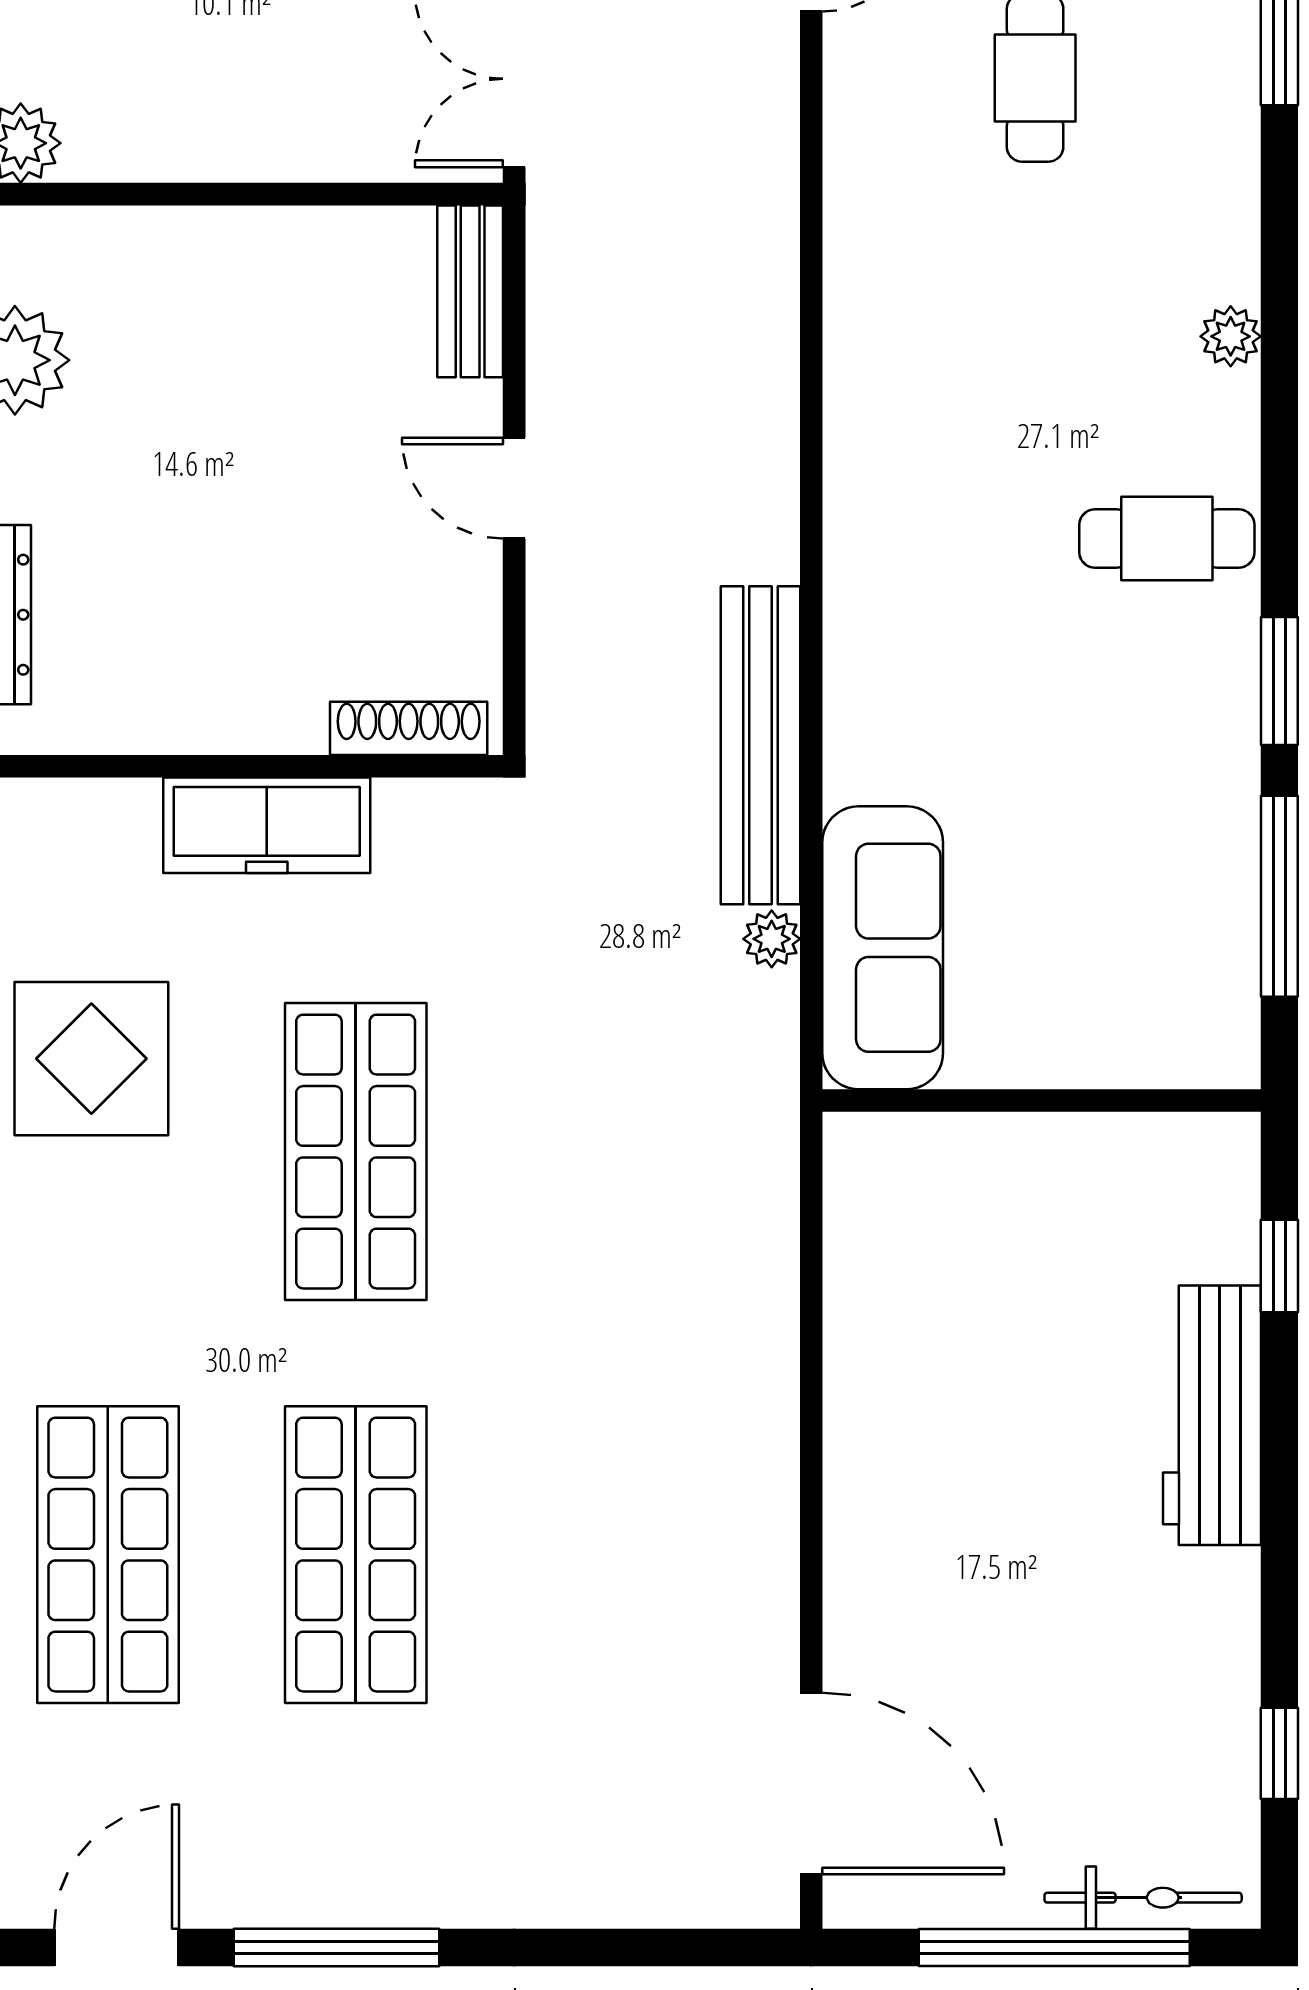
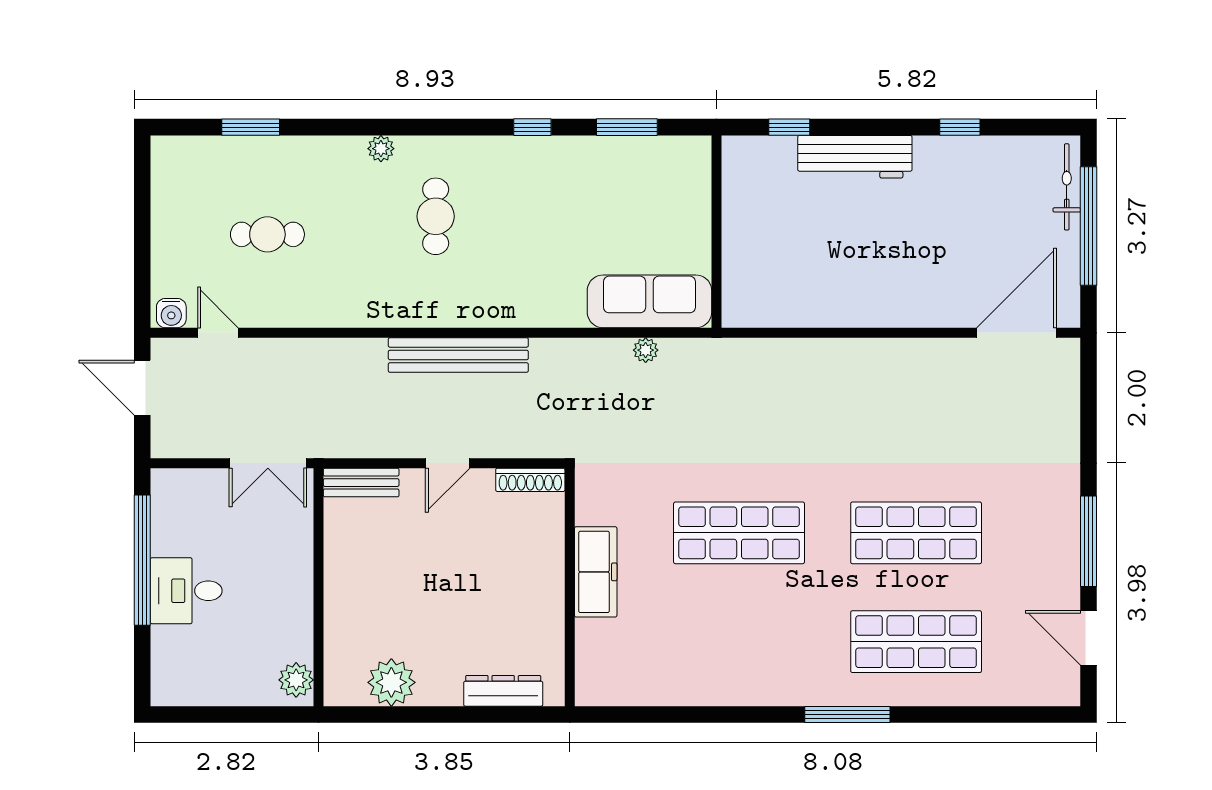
cafe table: (1167, 538) -> (436, 216), moved
window: (1279, 681) -> (532, 127), width x0.67
shoe rack: (409, 728) -> (530, 480), moved, turned -90
bench: (761, 745) -> (458, 355), moved
window: (1279, 896) -> (627, 127), width x0.69
display table: (91, 1059) -> (698, 649), removed
window: (1279, 1753) -> (960, 127), moved

